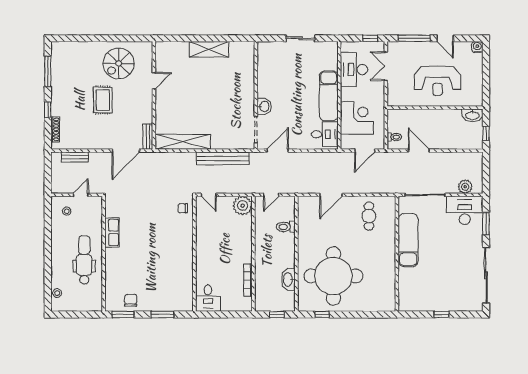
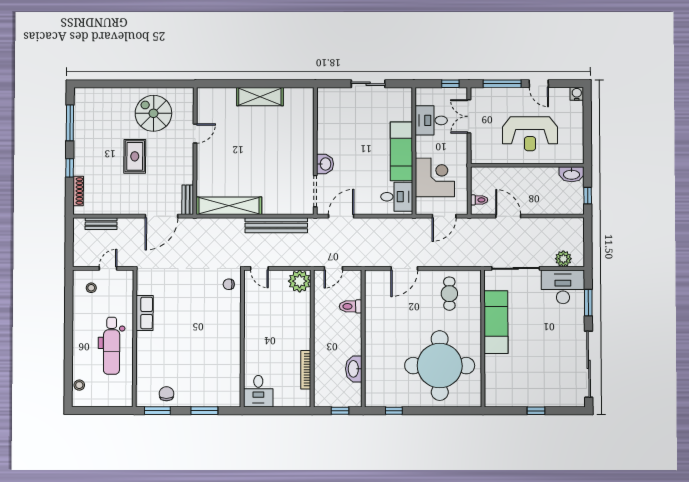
spiral stairs: (119, 63) -> (153, 113), turned 90
desk: (354, 70) -> (431, 120), width x0.73
dental chair: (84, 260) -> (112, 346), turned 180
round table: (333, 276) -> (440, 366), moved

